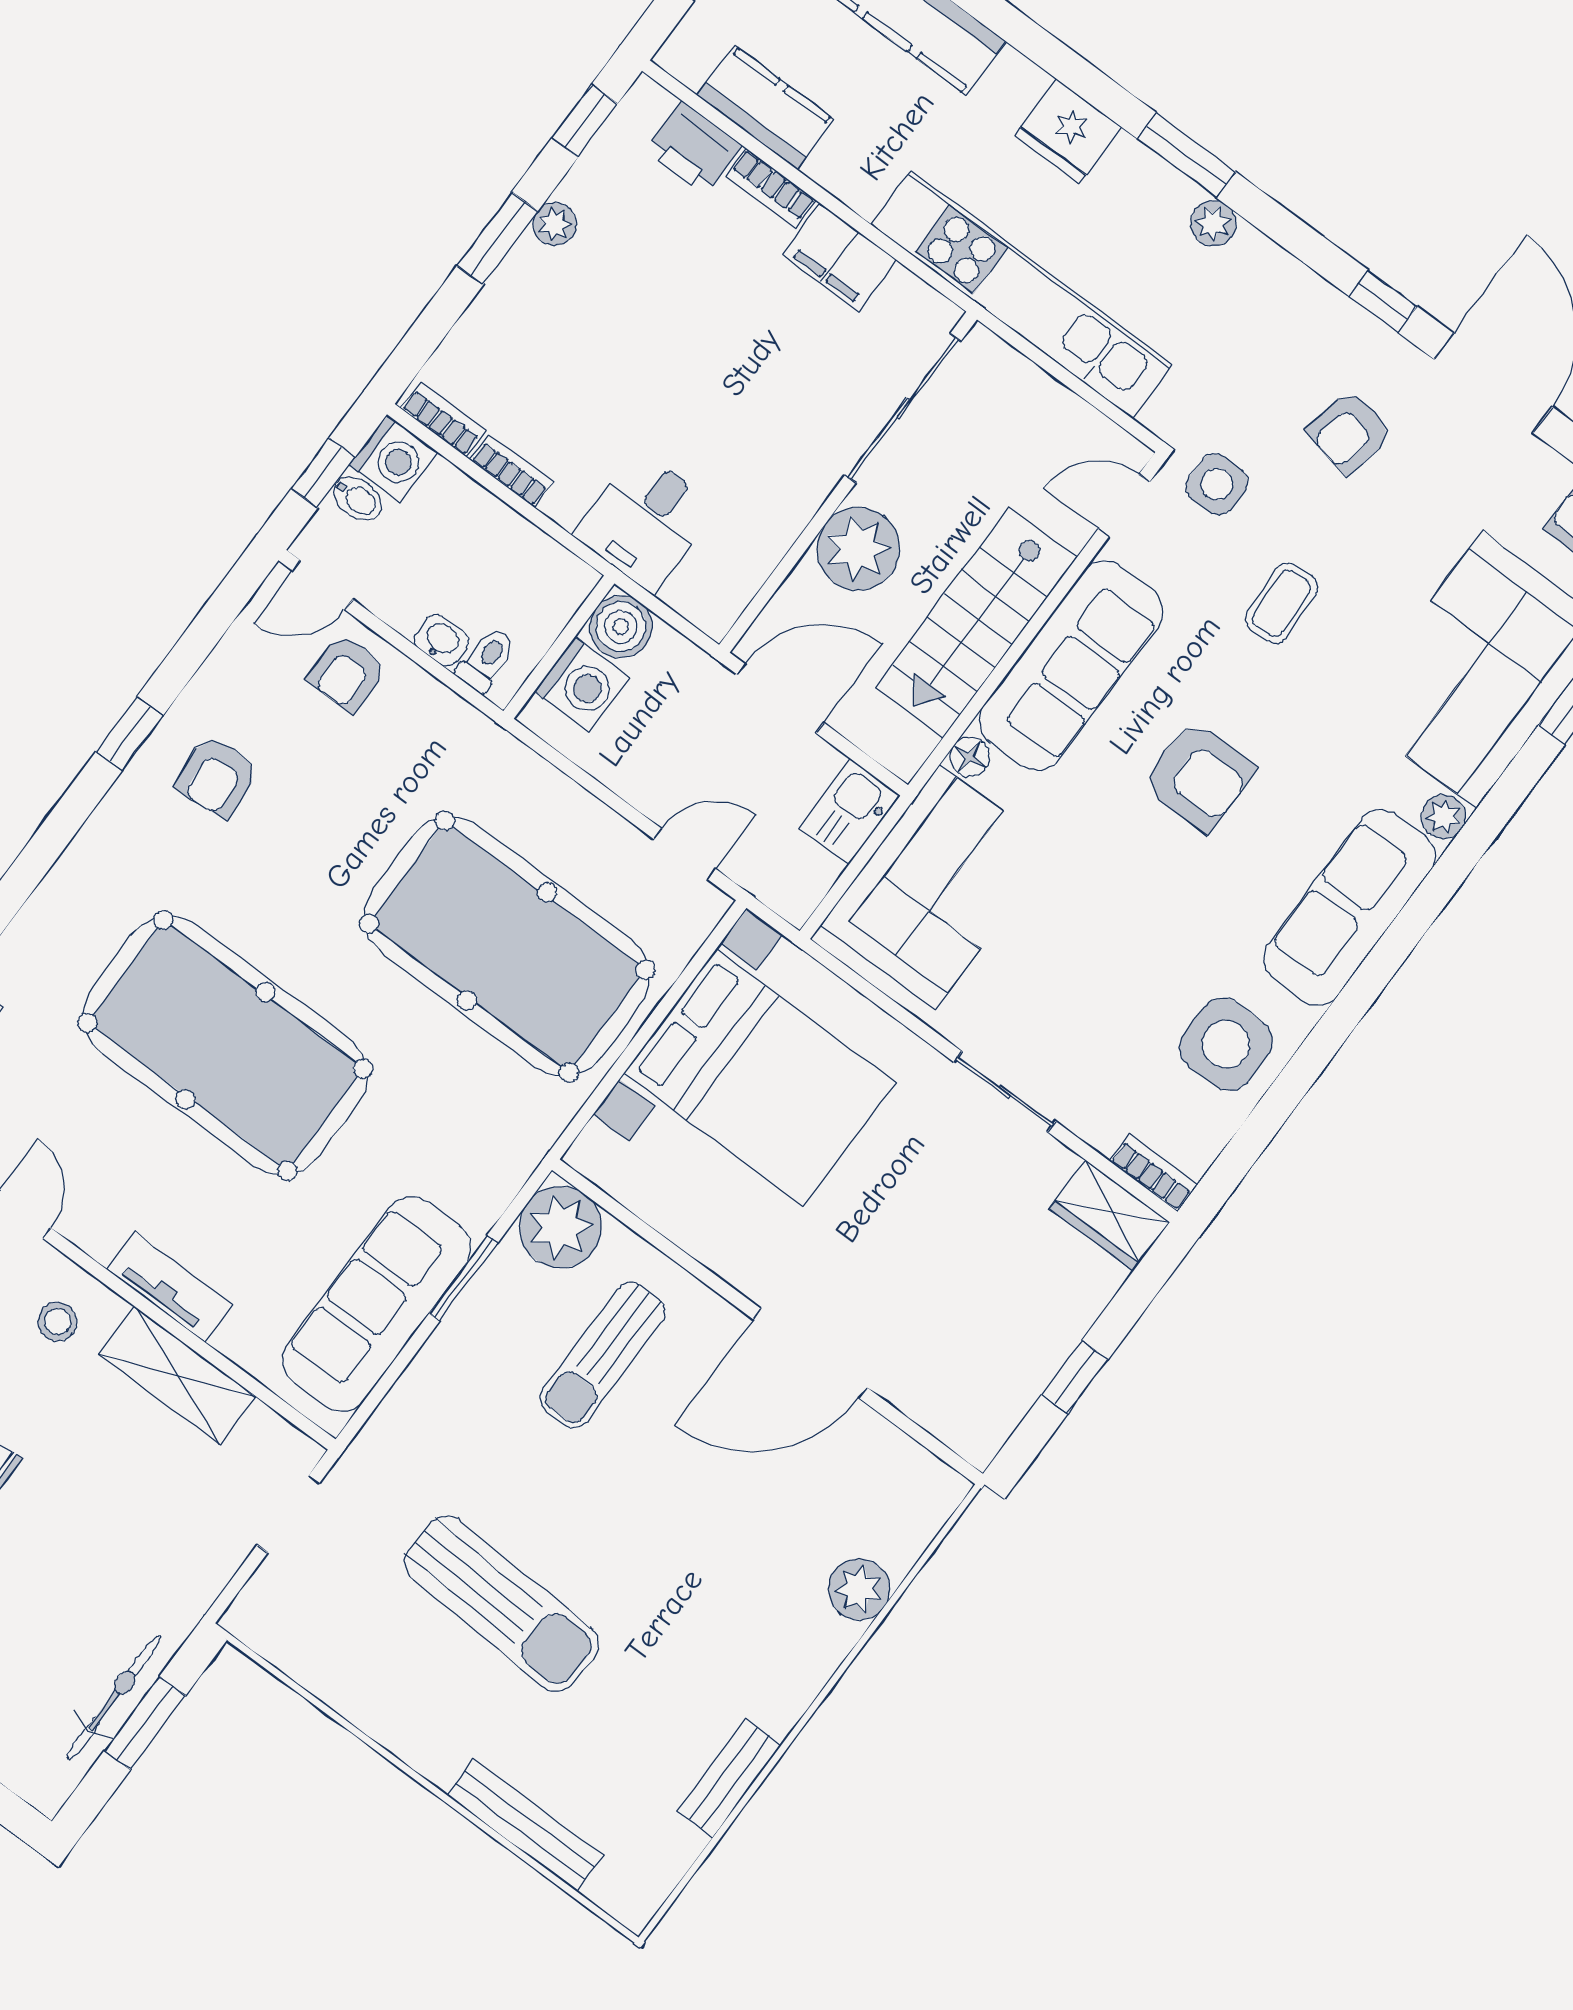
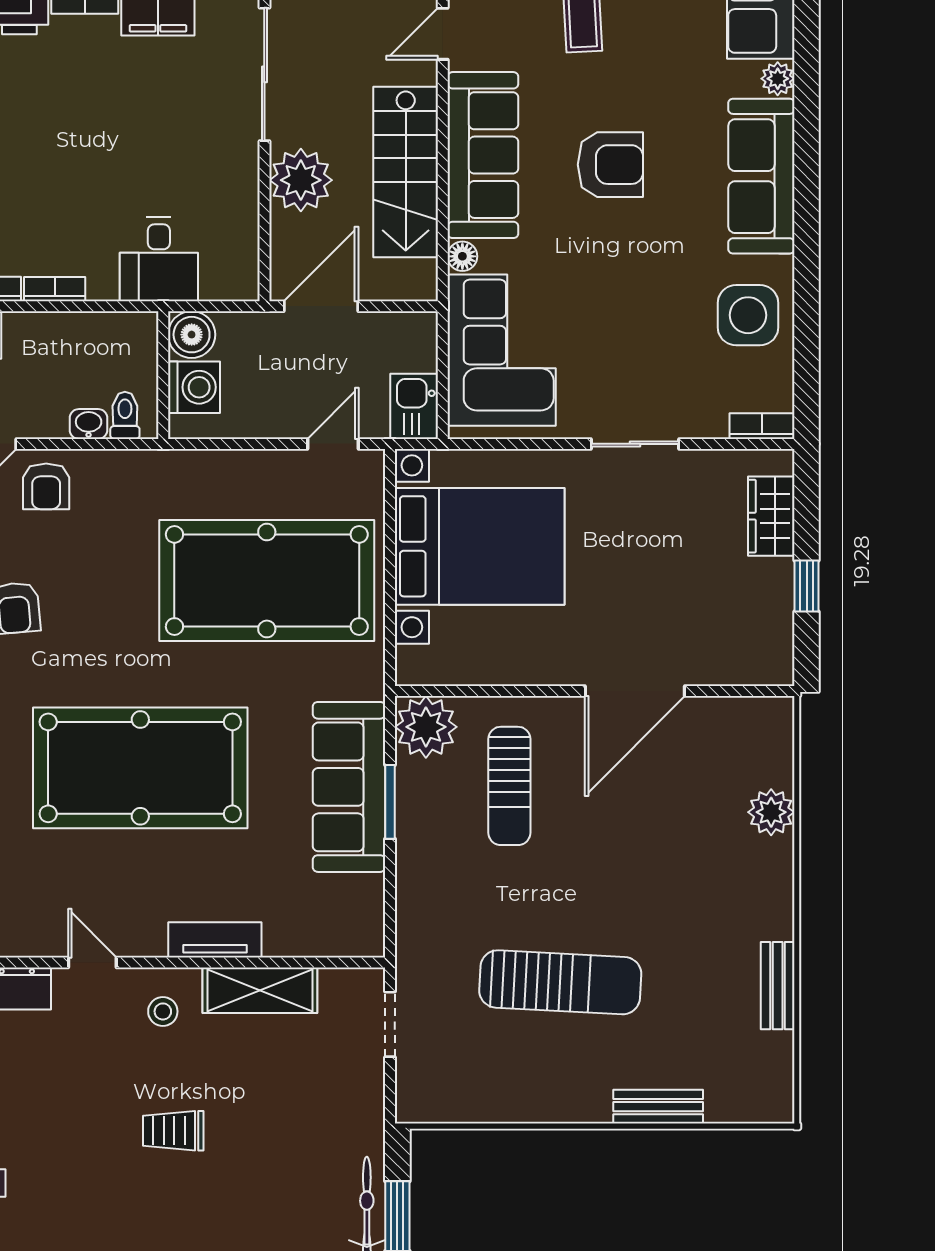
kitchen sink: (849, 812) -> (414, 406), moved
wardrobe: (1110, 1215) -> (771, 516), moved, turned 90
sofa: (377, 1304) -> (349, 787), moved
bench: (525, 1825) -> (658, 1107), width x0.73

